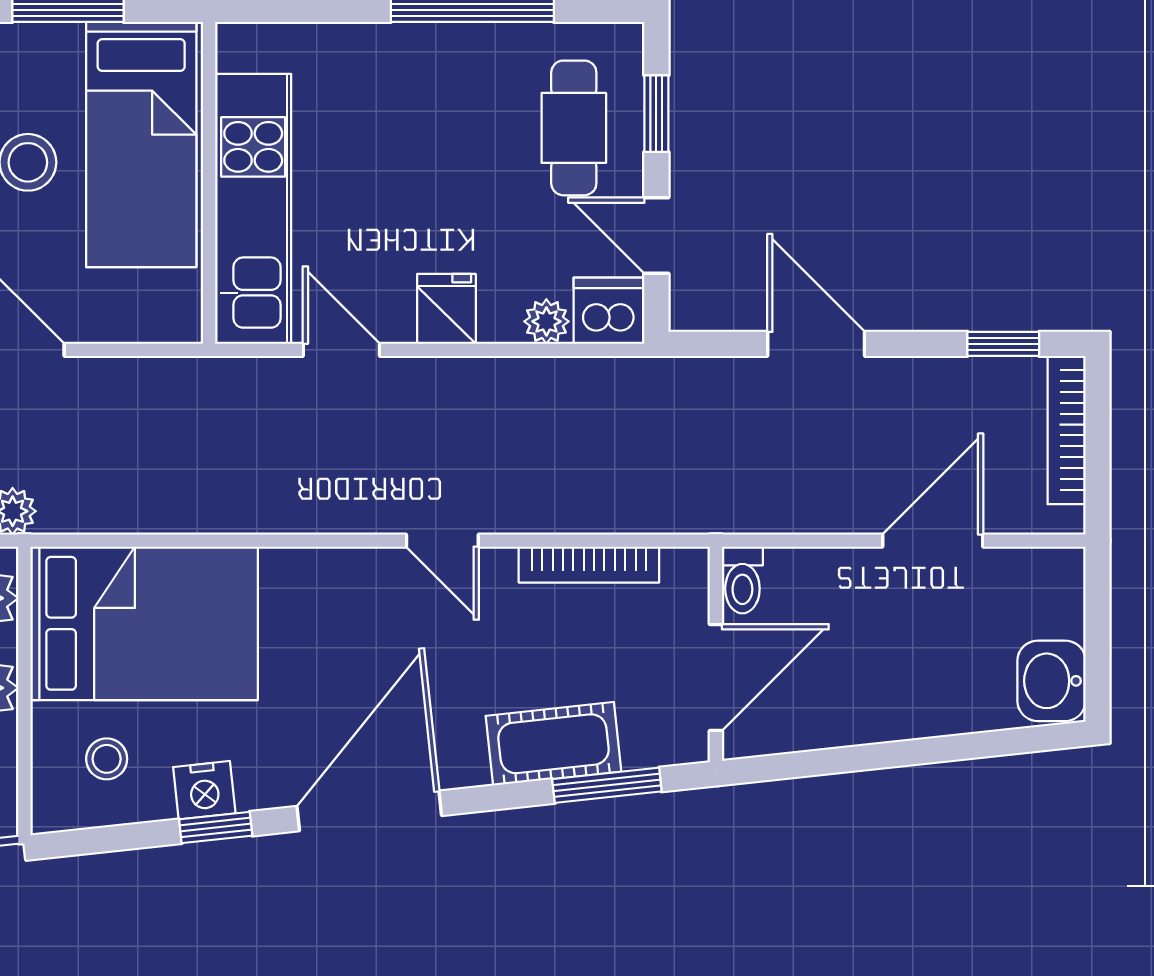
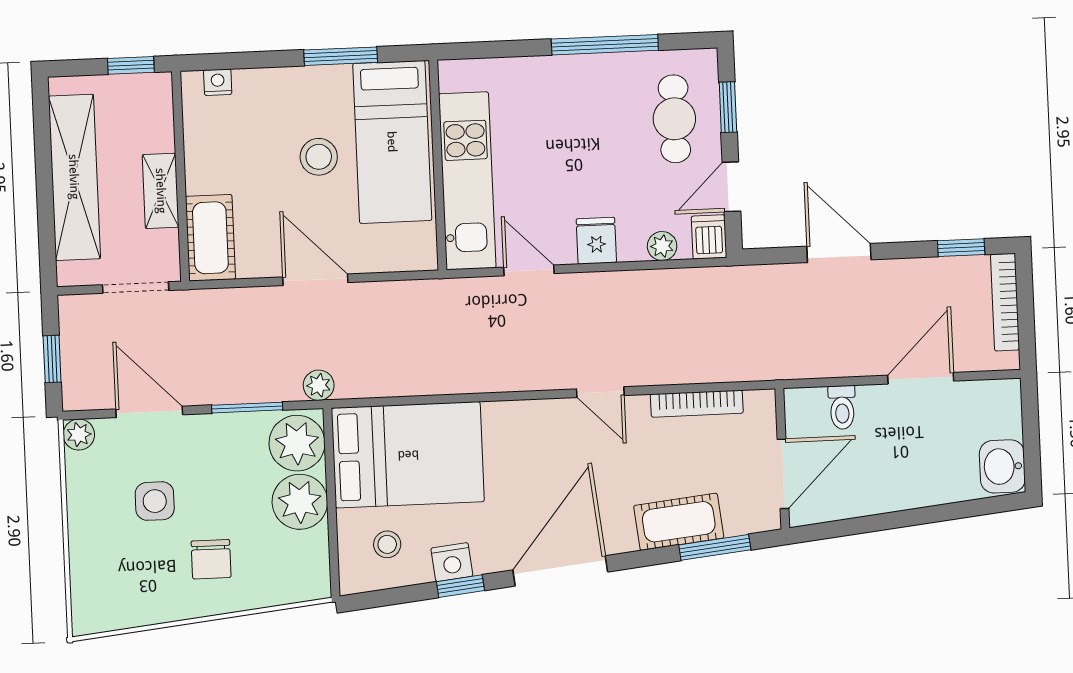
door: (656, 236) -> (731, 187), hinge flipped
dishwasher: (609, 311) -> (709, 237), width x0.73
toilet: (742, 580) -> (842, 407), moved

